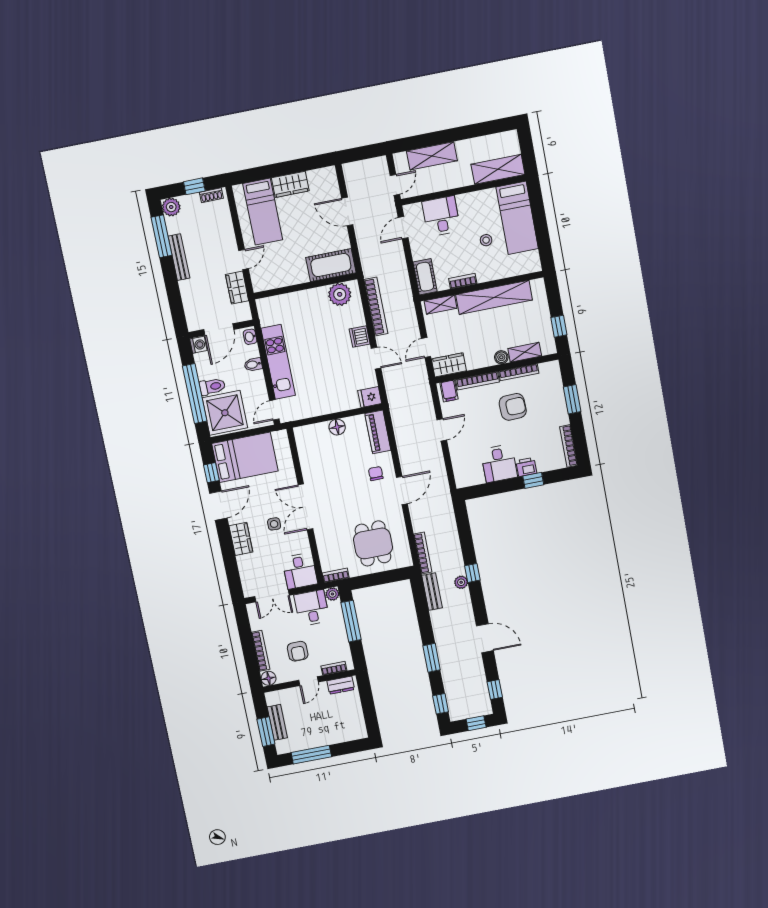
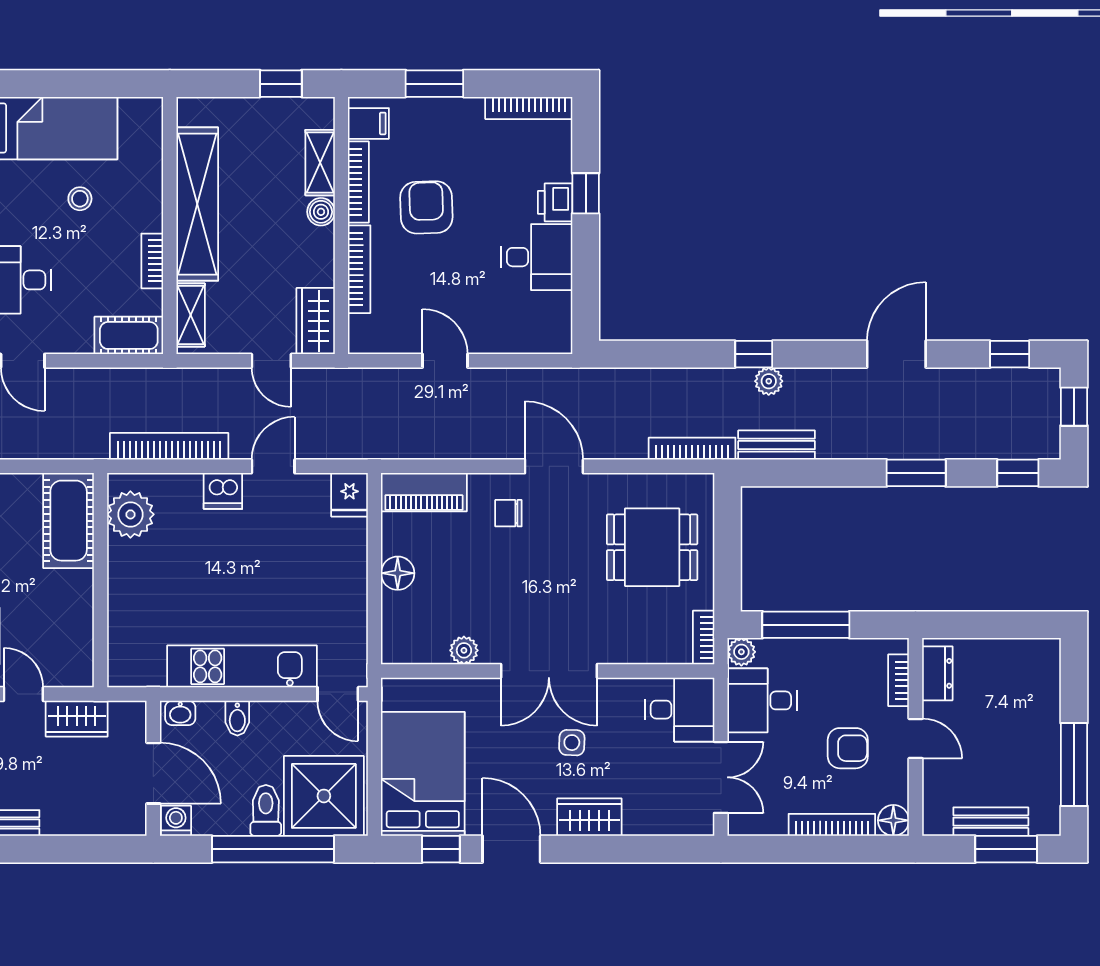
filing cabinet: (449, 391) -> (368, 123), moved
plant: (307, 465) -> (464, 650), added

